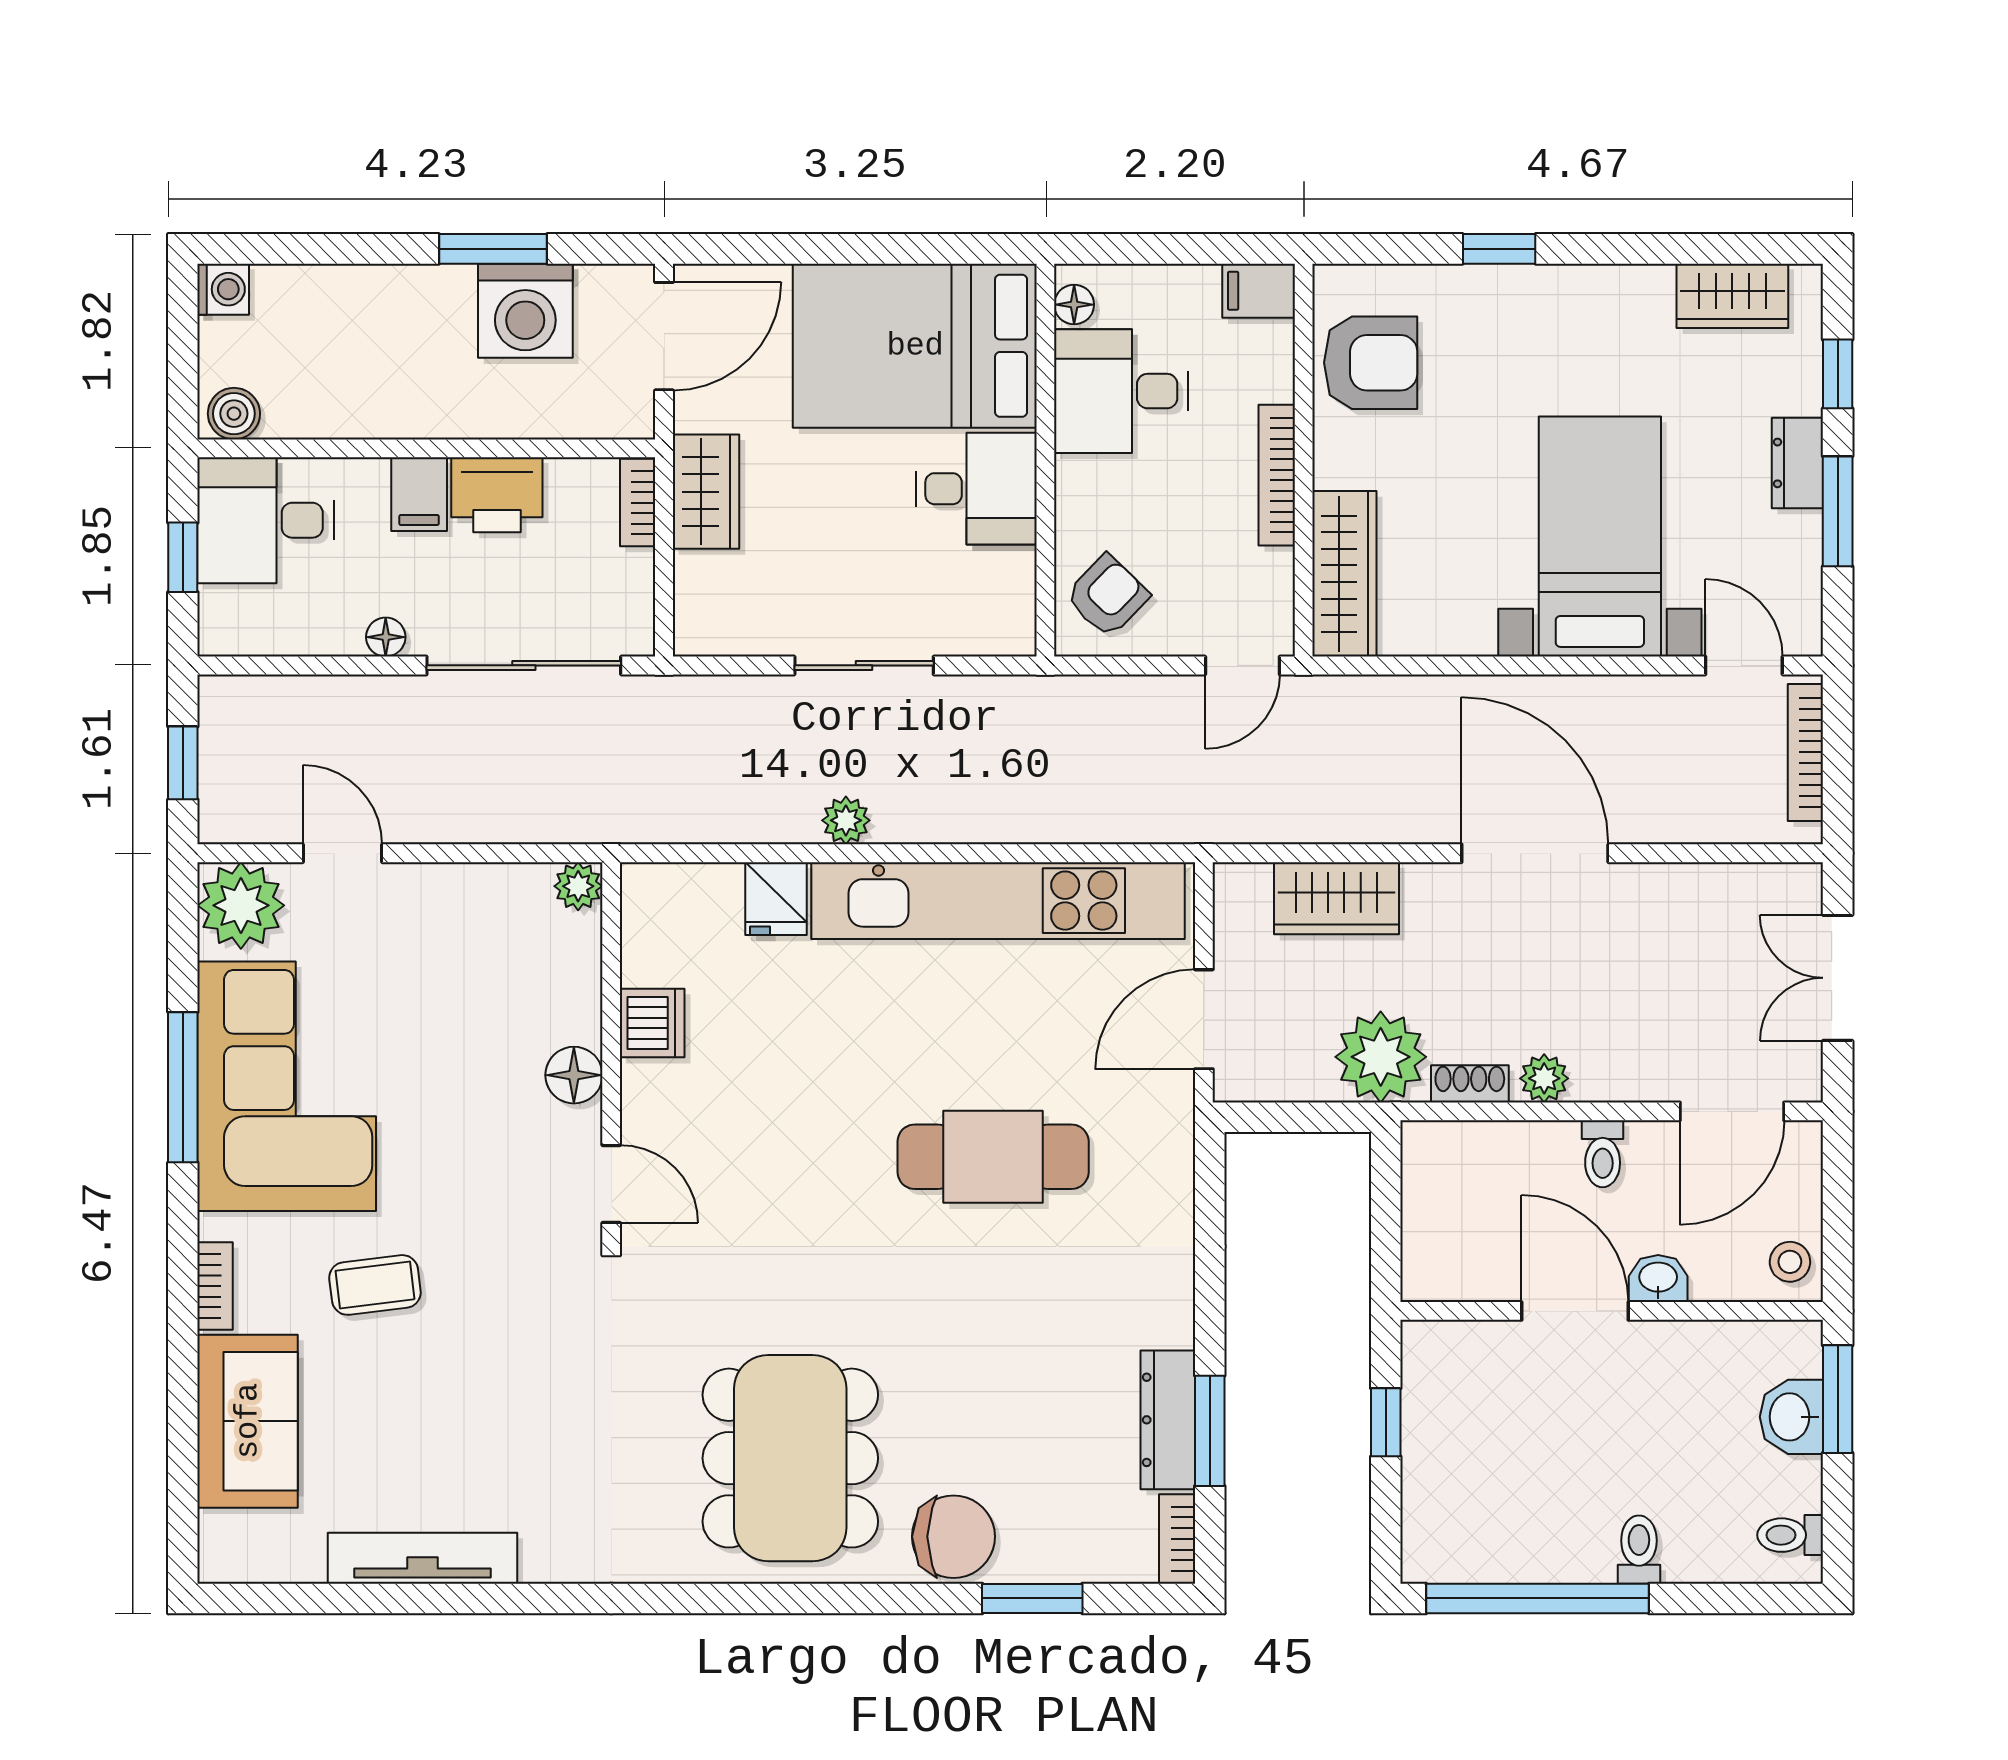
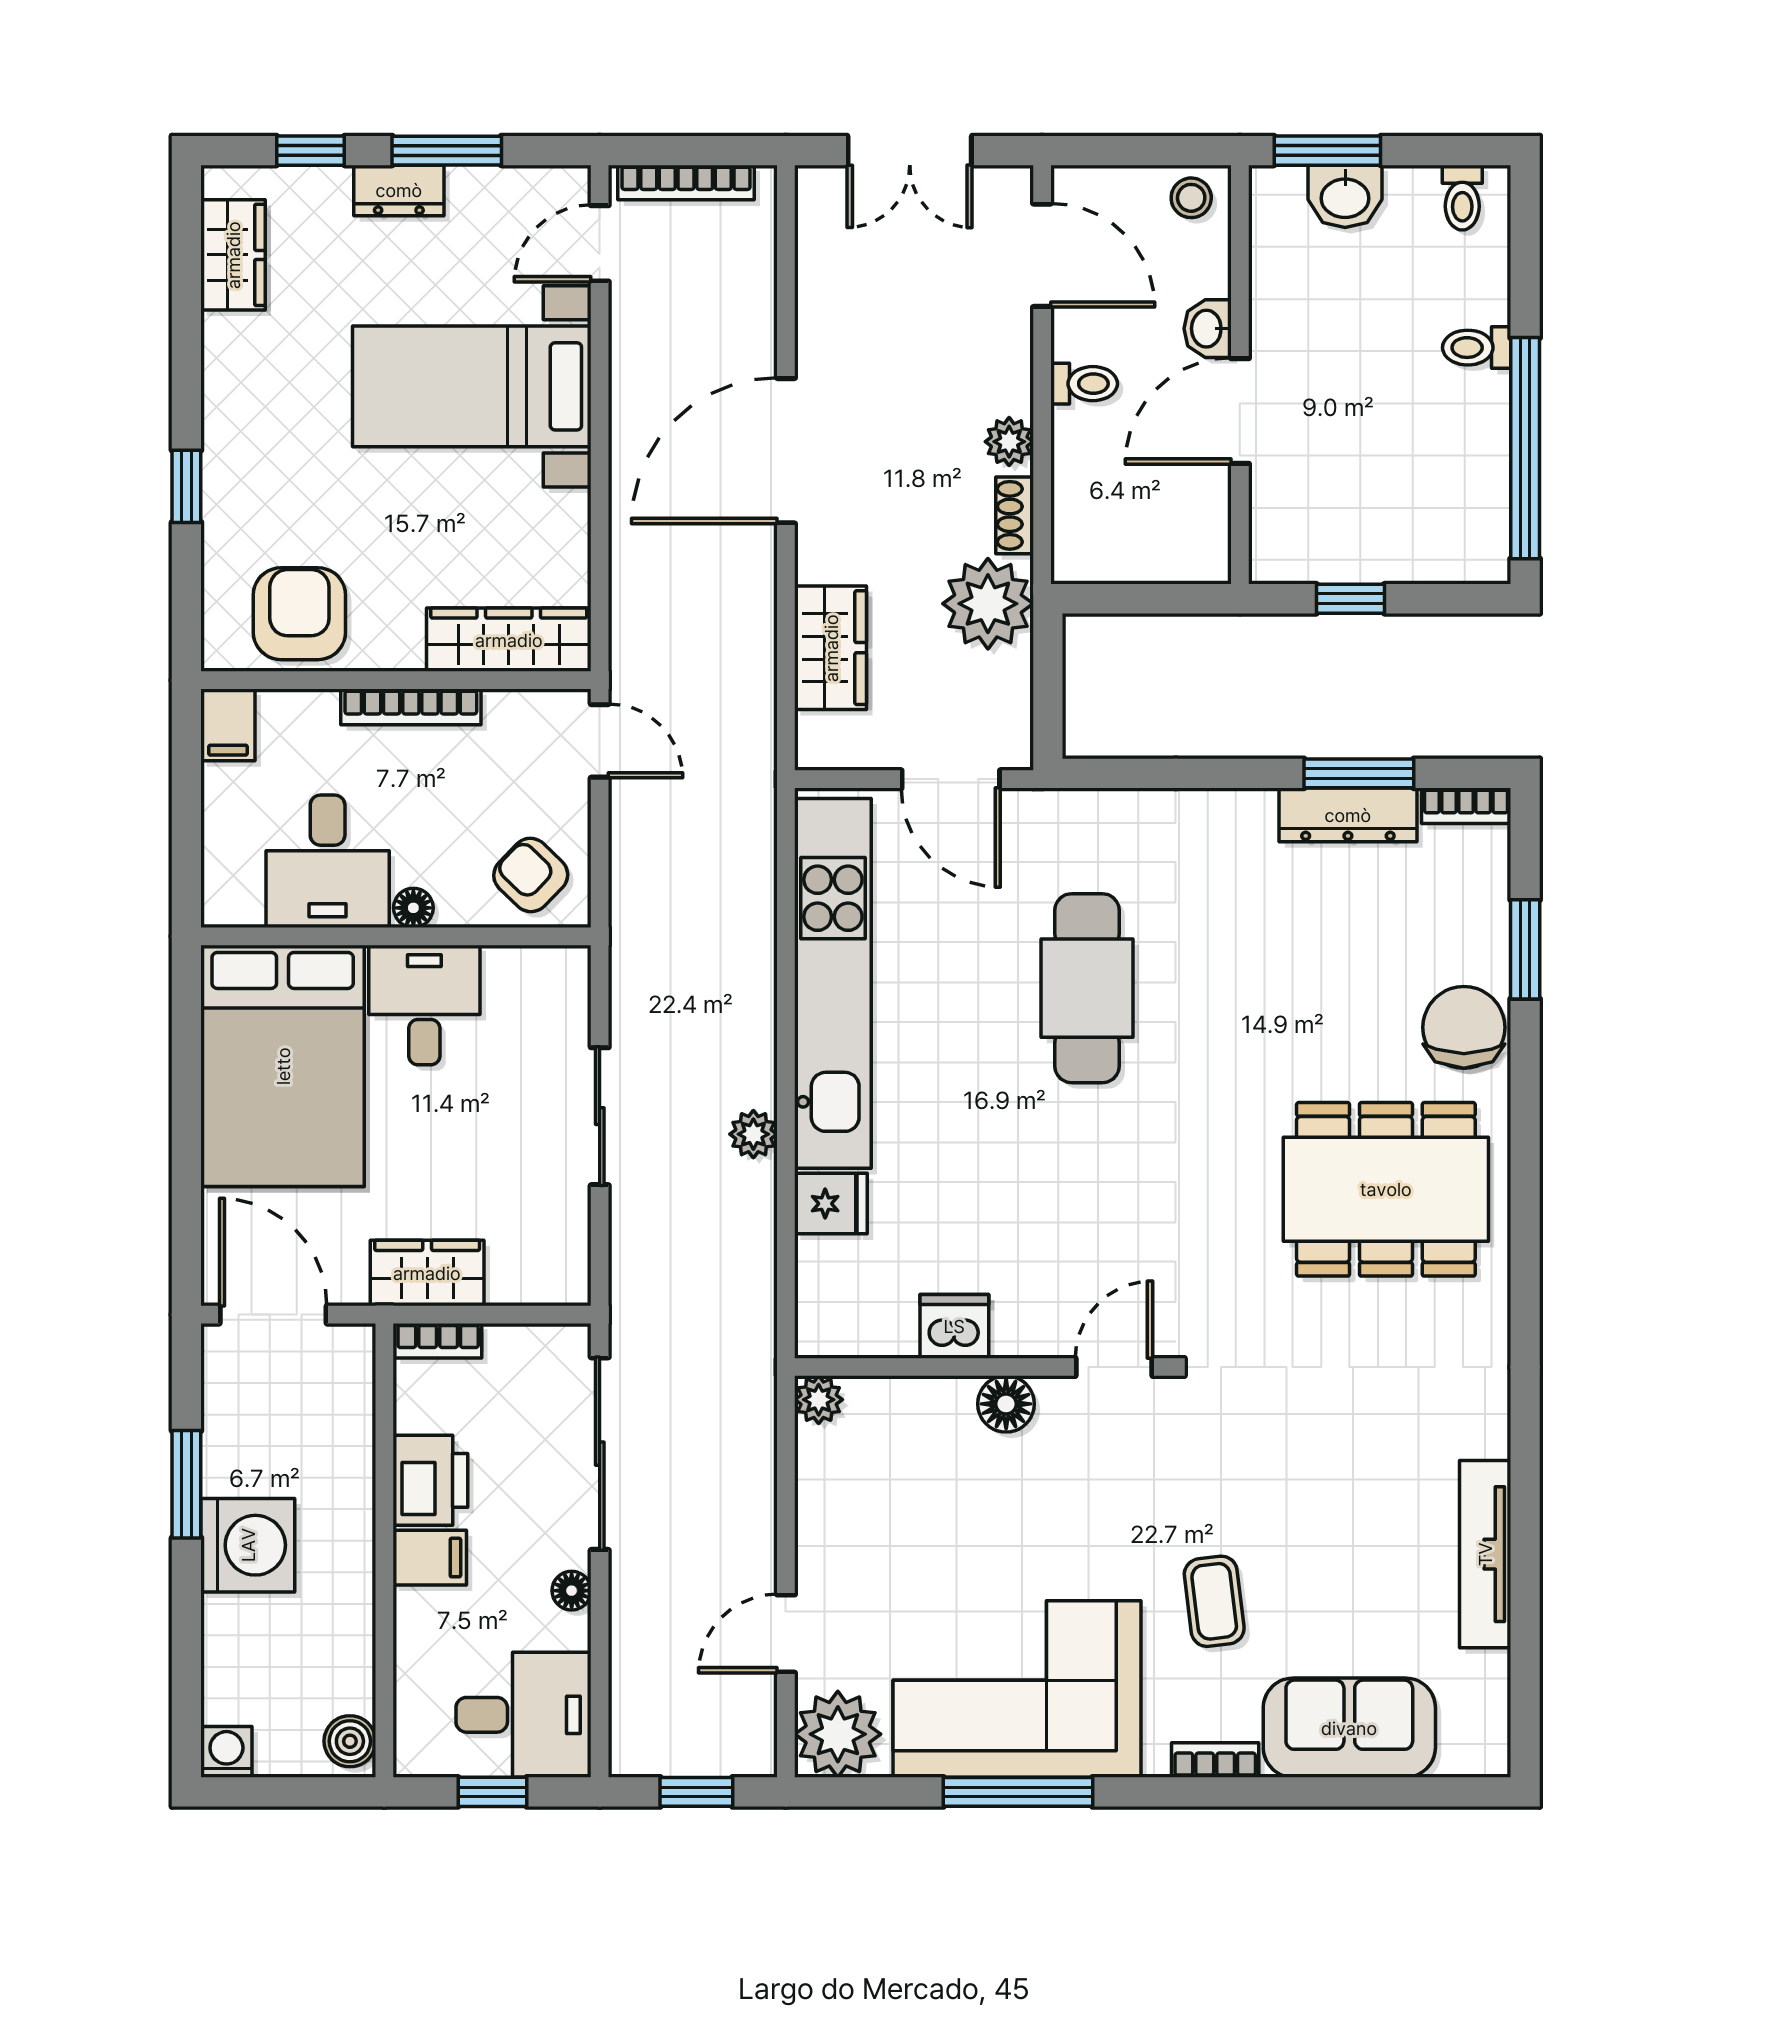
floor lamp: (1074, 305) -> (413, 908), moved
washing machine: (525, 311) -> (248, 1545), moved
desk: (266, 520) -> (523, 1715), moved, turned -90

